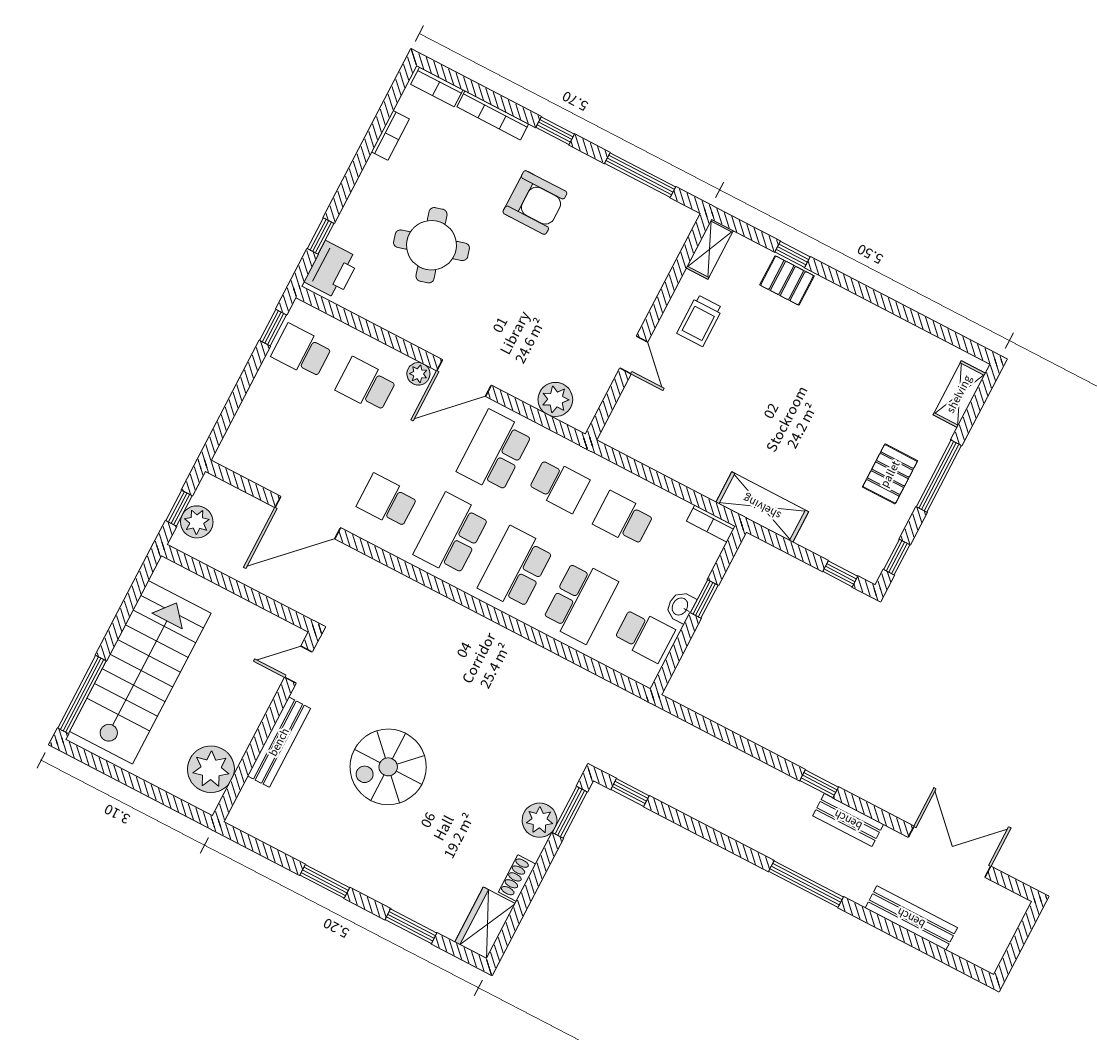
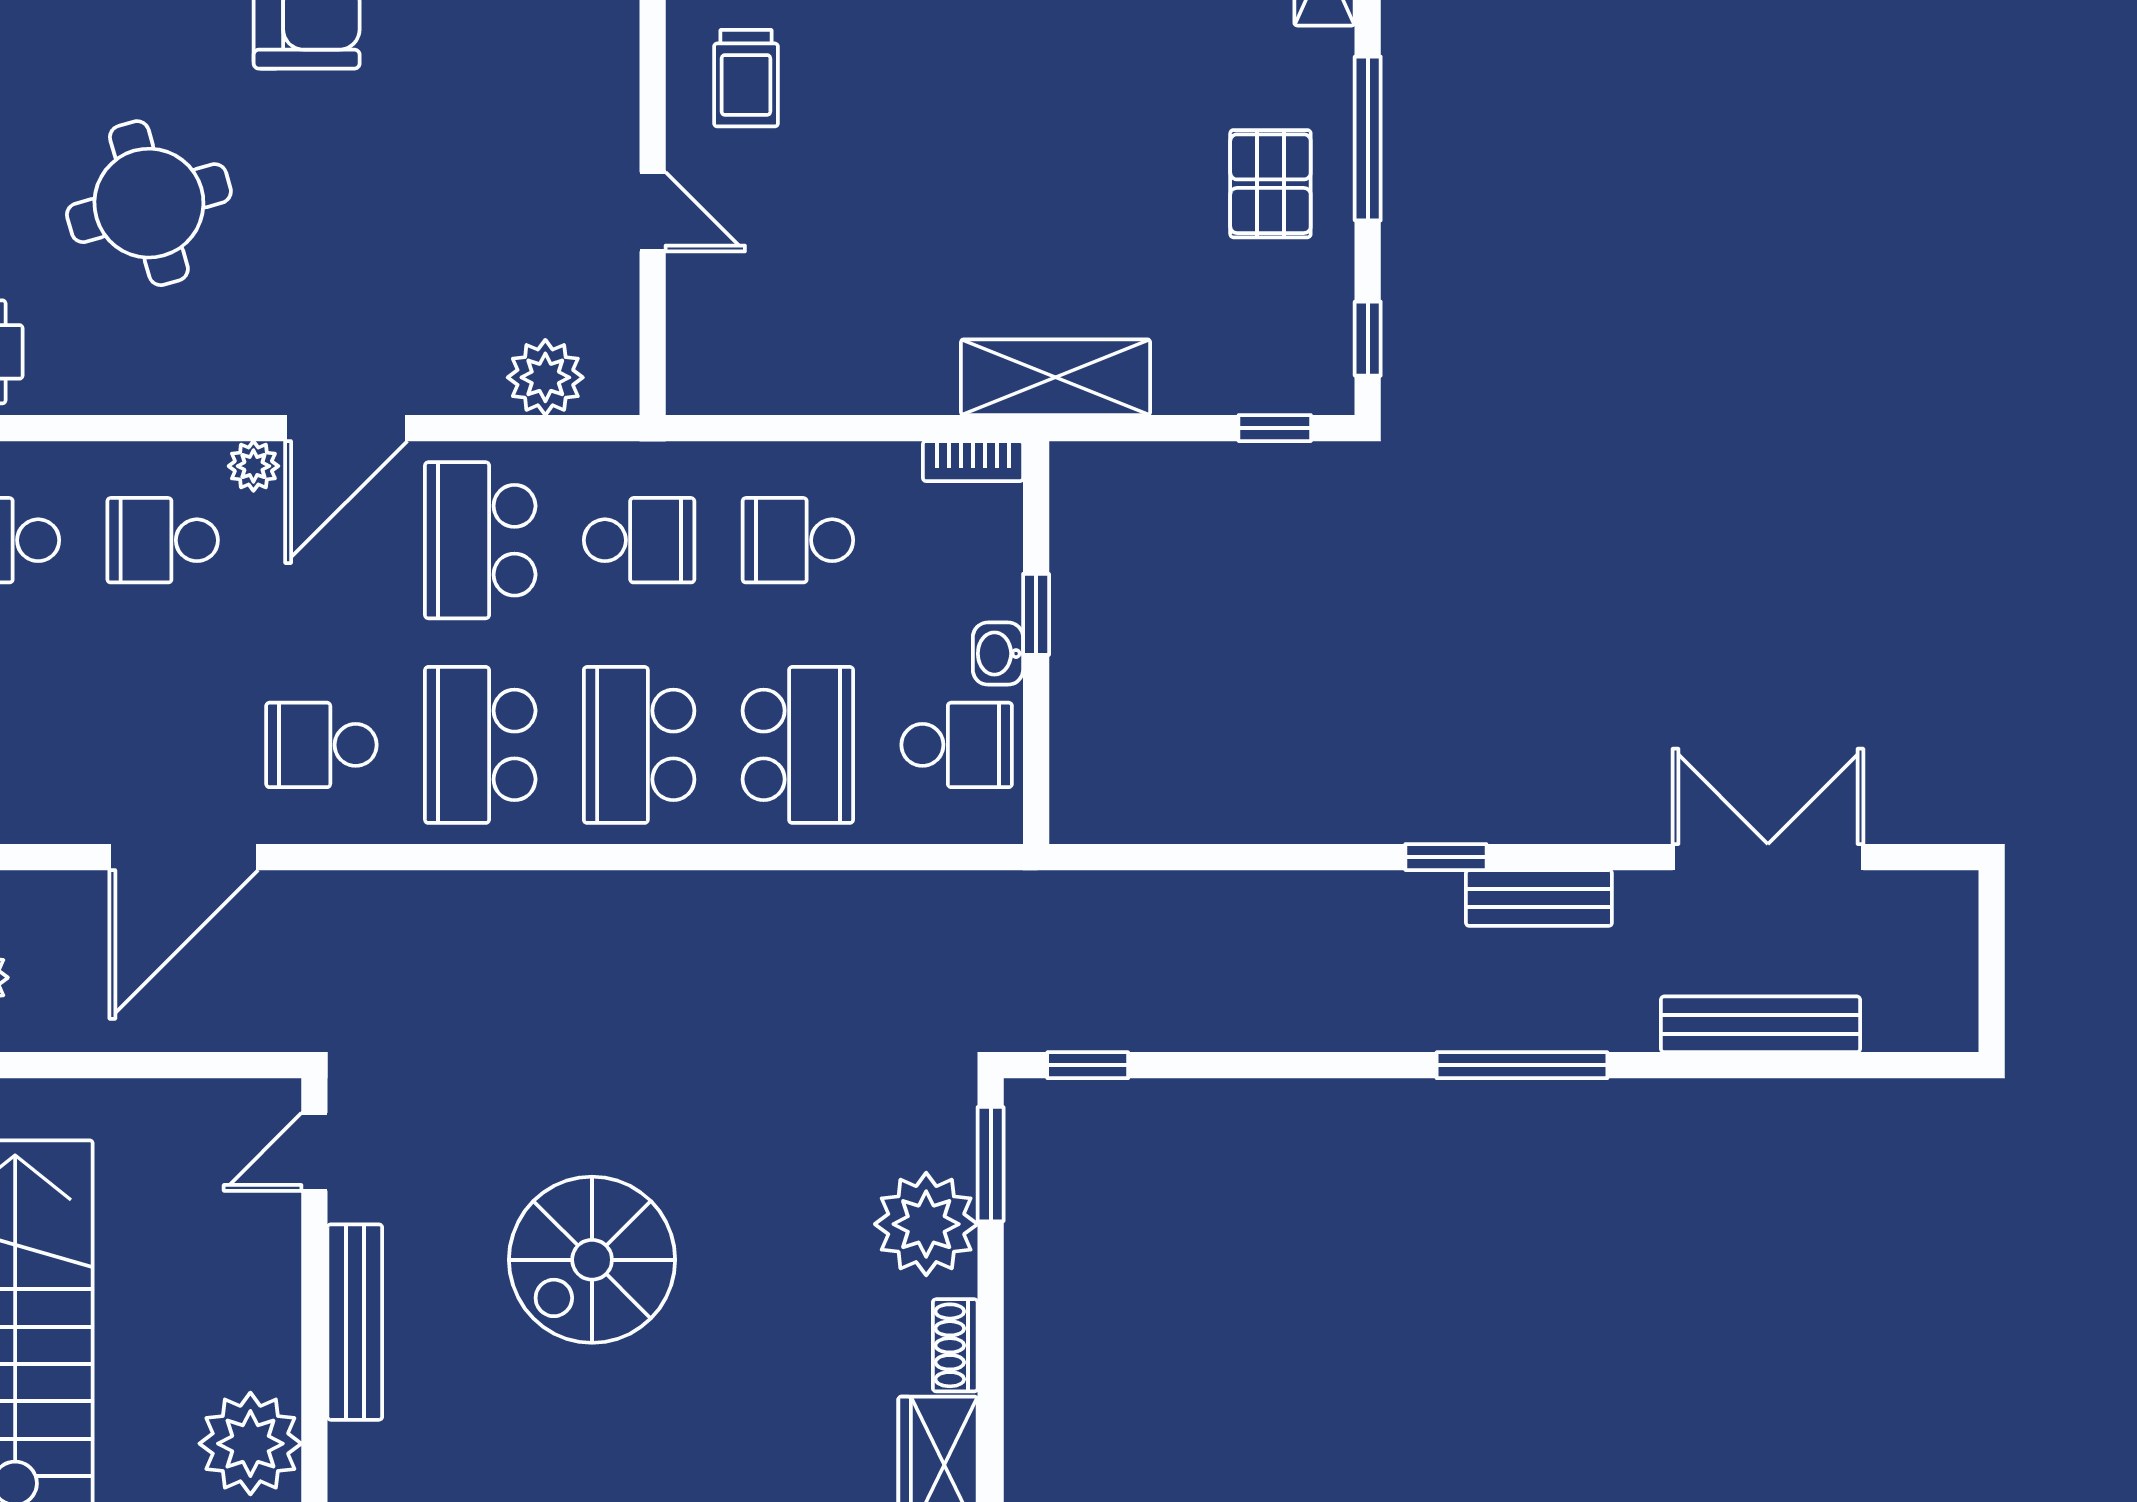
plant: (540, 820) -> (926, 1224), width x1.36, depth x1.36

